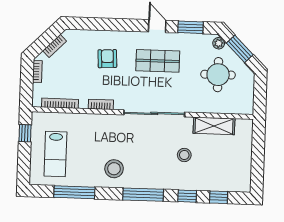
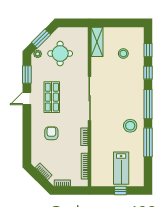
armchair: (107, 59) -> (51, 133), turned 93
shelving: (214, 126) -> (97, 42), moved
window: (25, 133) -> (120, 190), moved
lab bench: (55, 154) -> (121, 168), turned 90
stool: (184, 155) -> (123, 54), moved
window: (74, 192) -> (148, 142), moved

